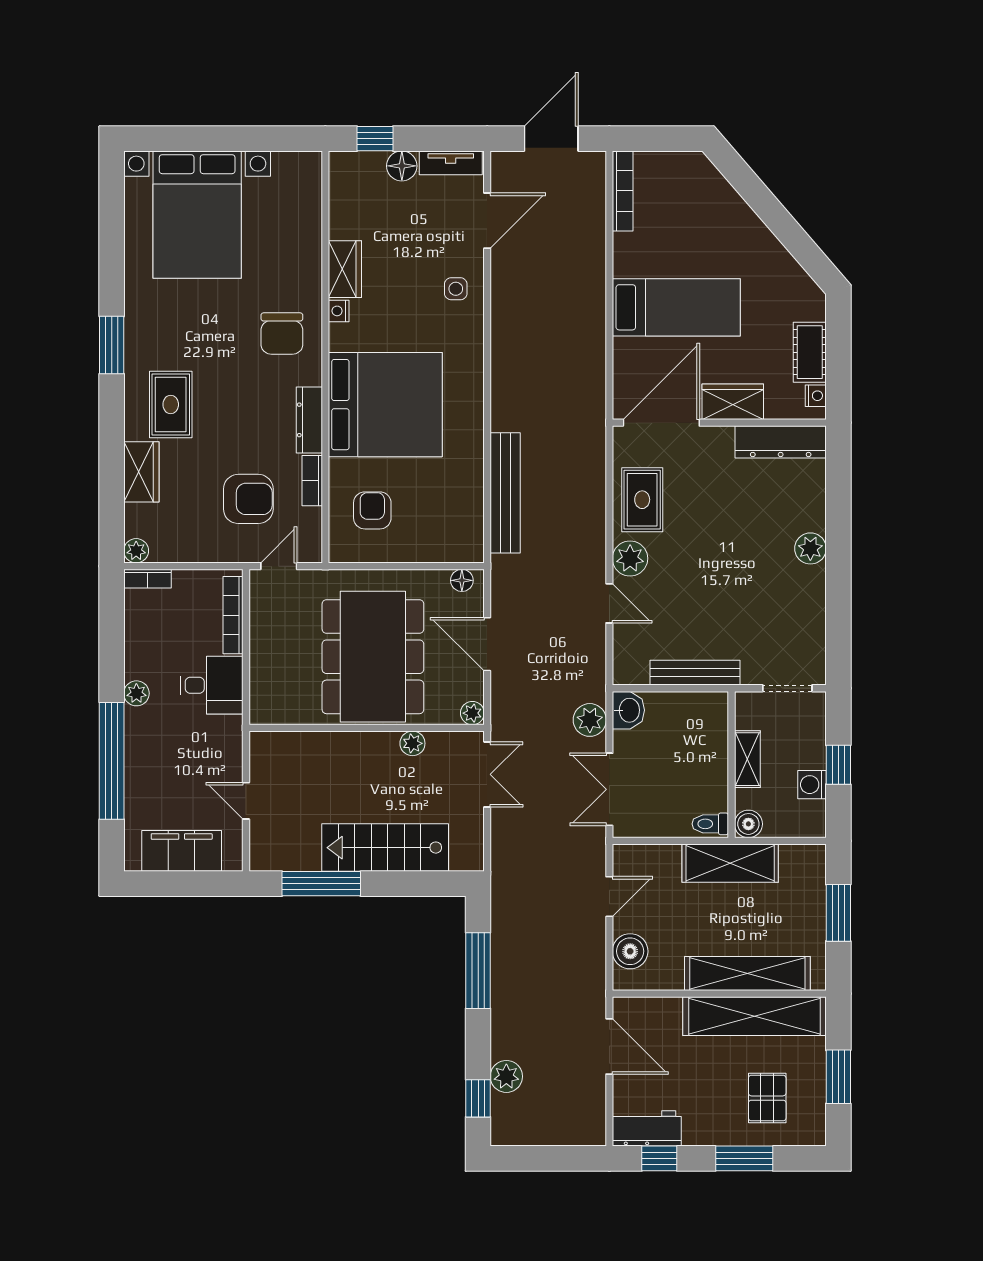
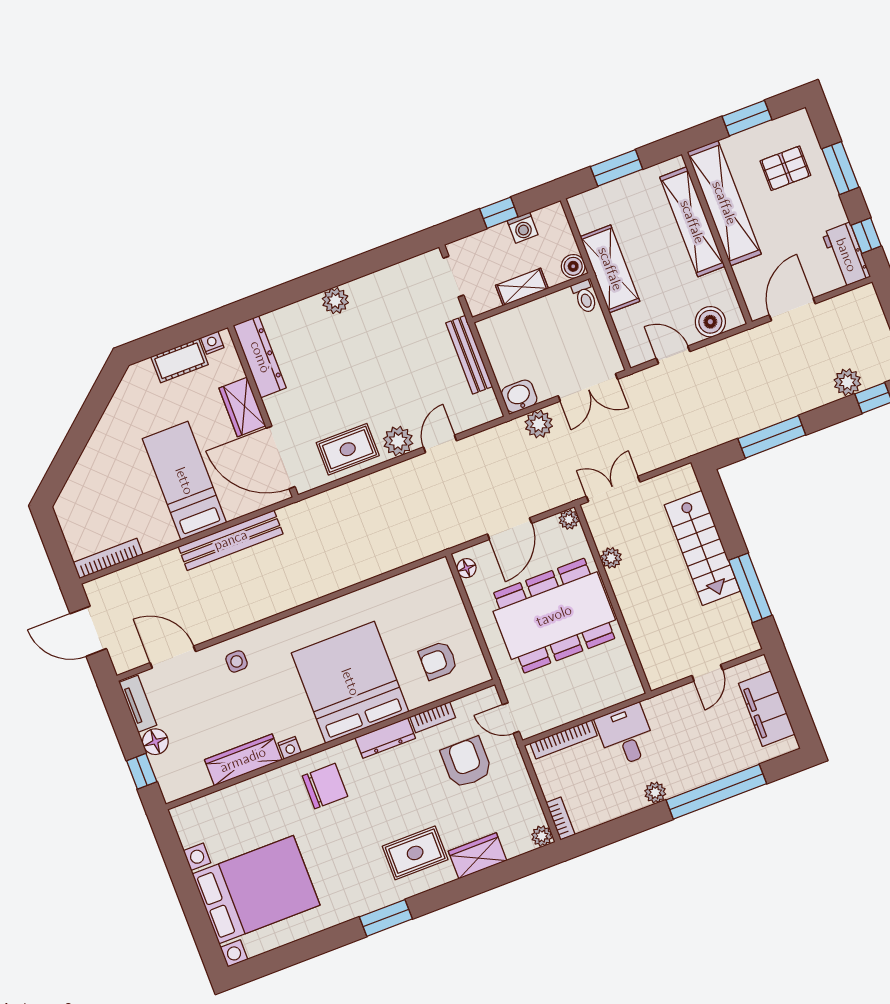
wardrobe: (345, 269) -> (243, 760), width x1.50
bench: (505, 493) -> (231, 540), moved

